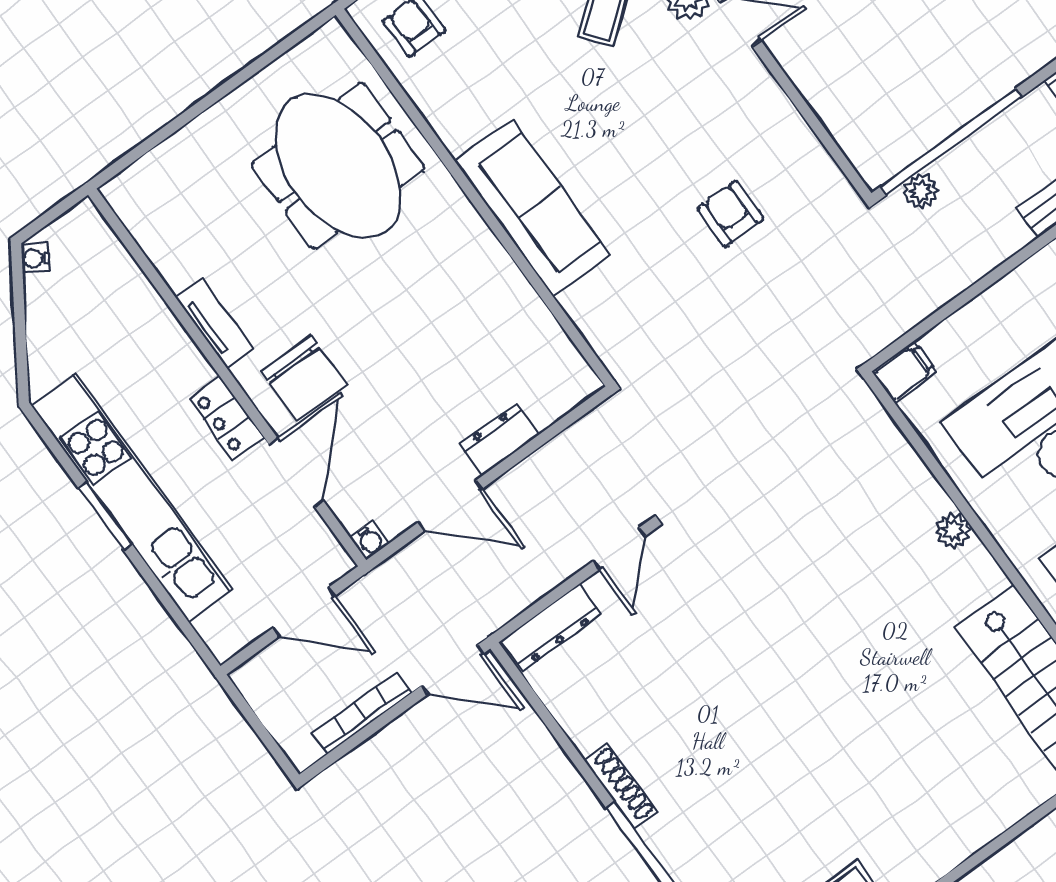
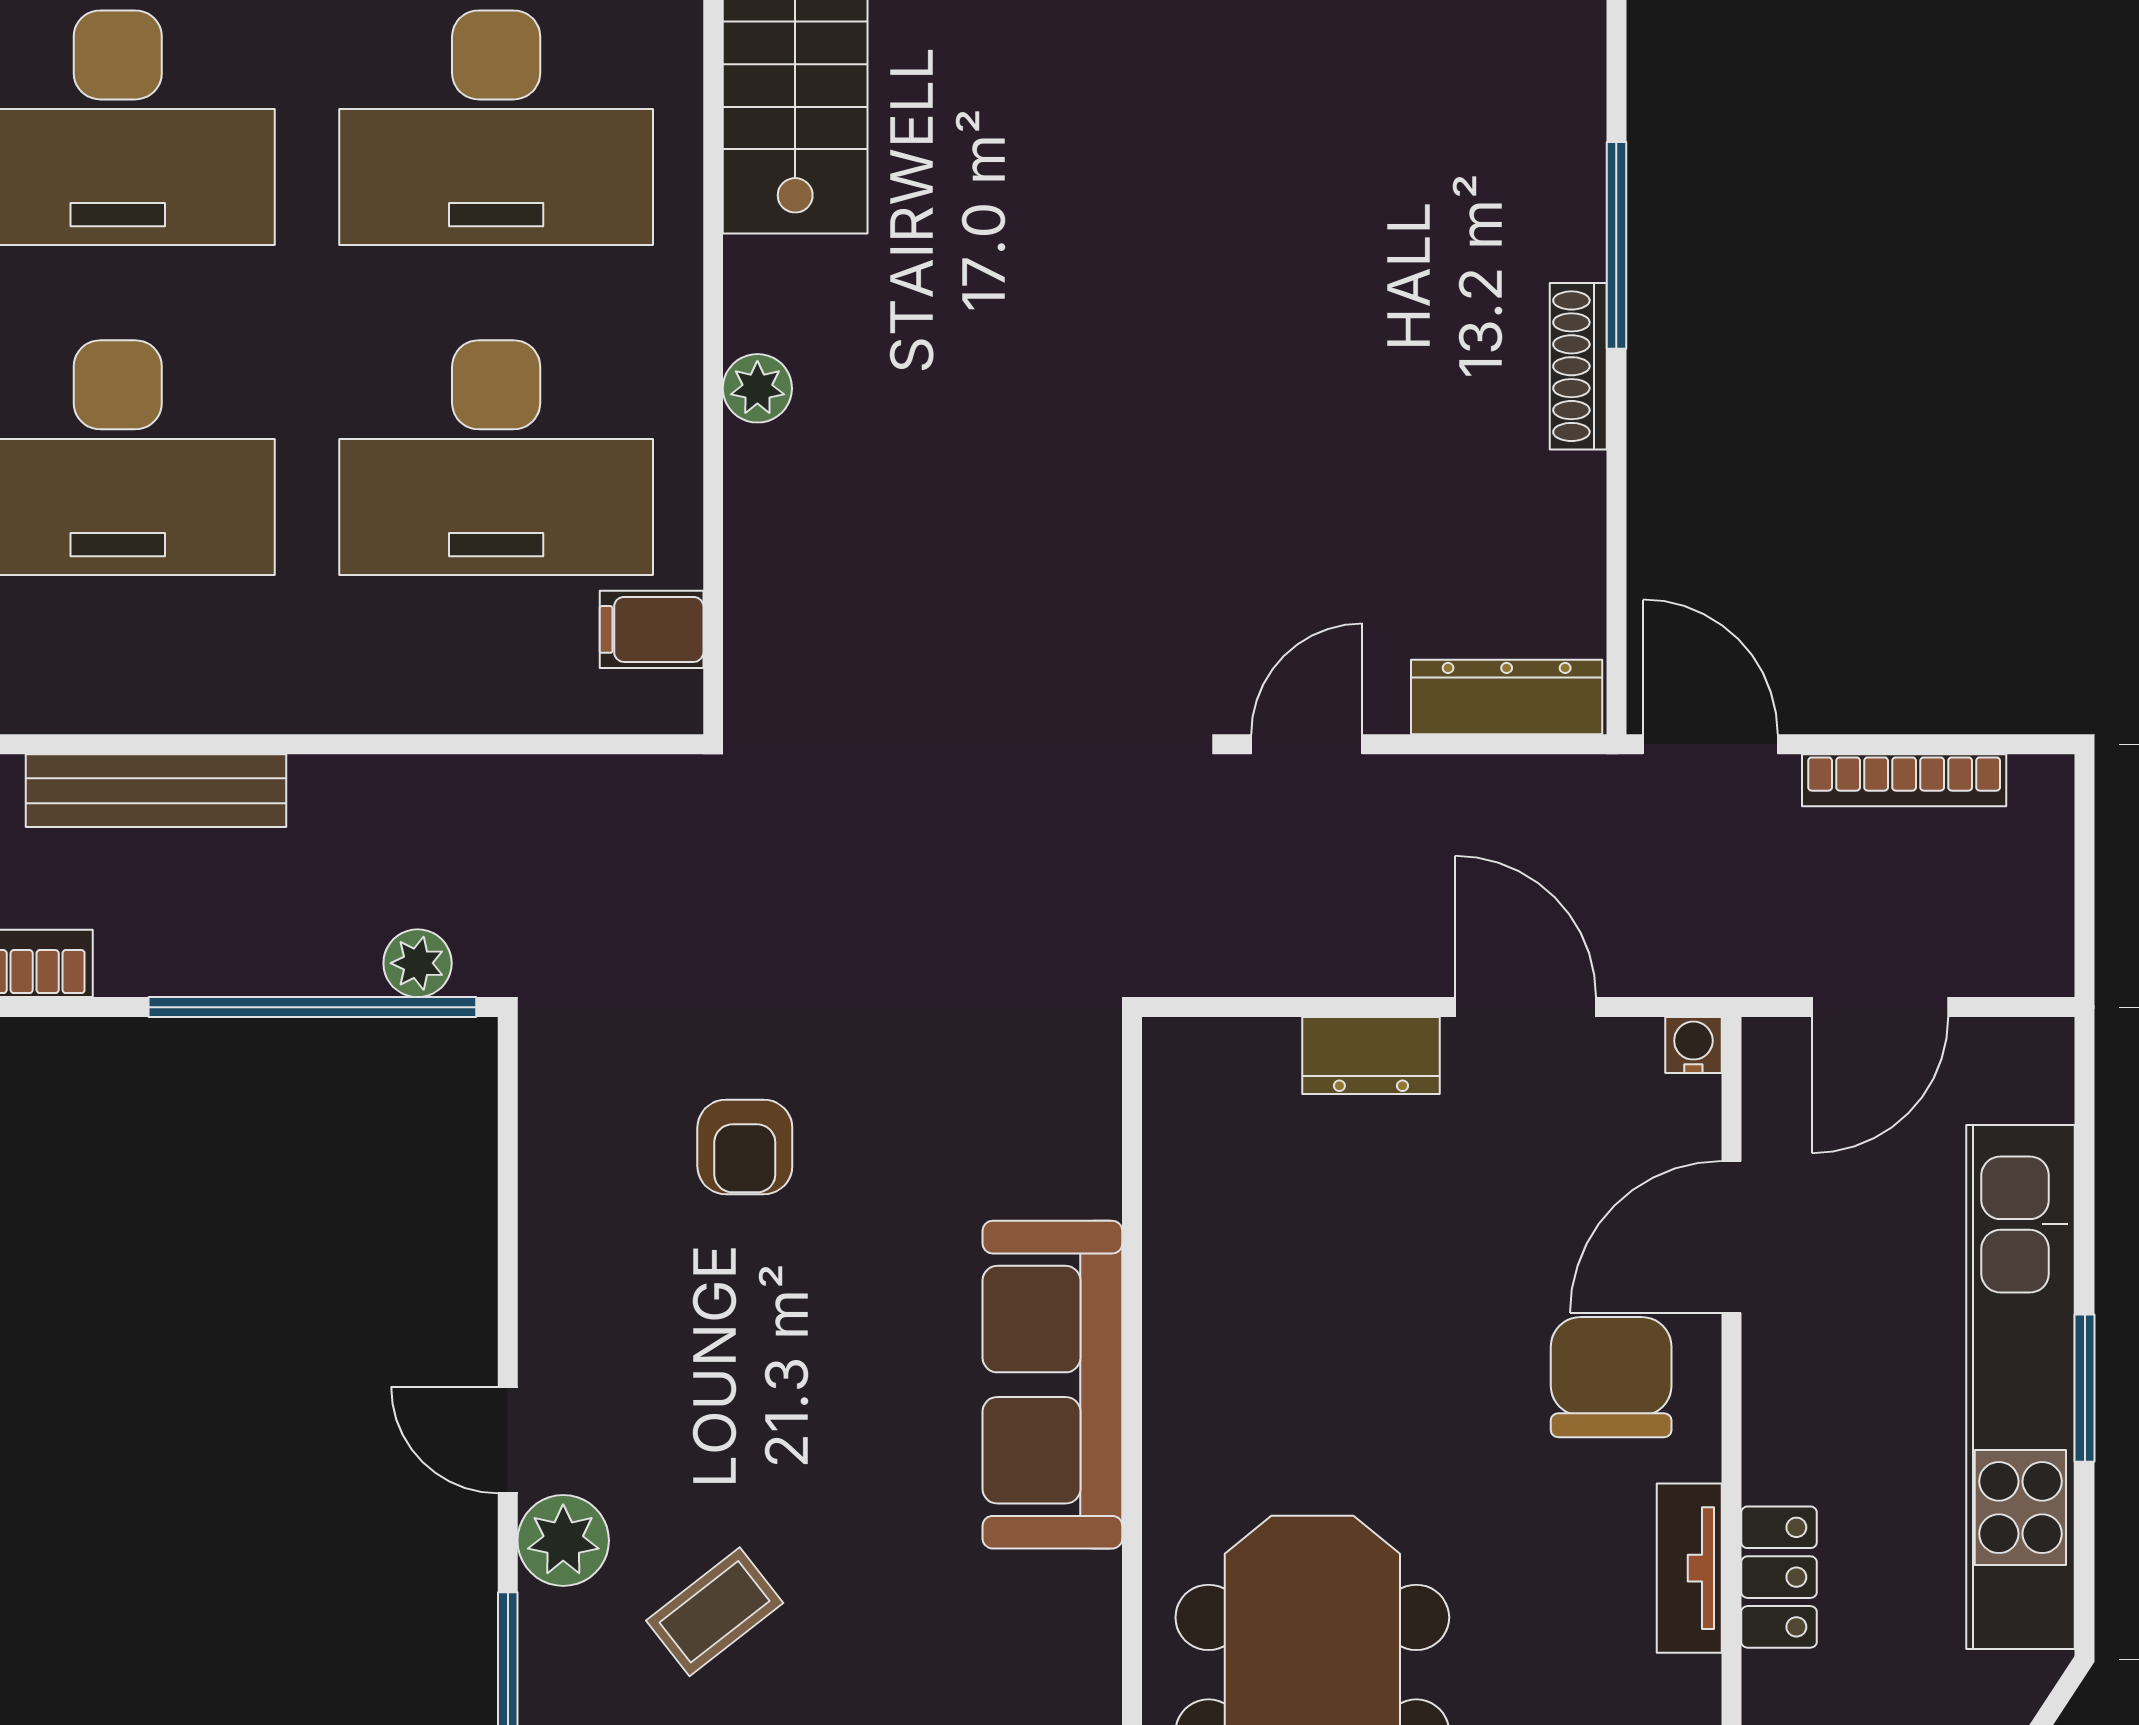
filing cabinet: (904, 372) -> (652, 629), moved
locker: (227, 418) -> (1779, 1577), moved
door: (304, 612) -> (1880, 1007), swing flipped

